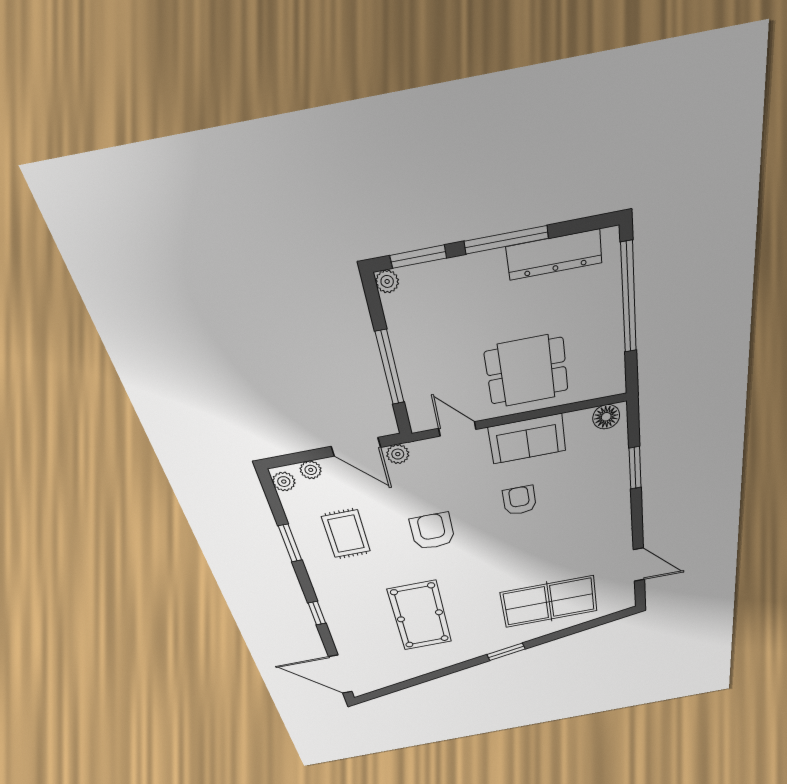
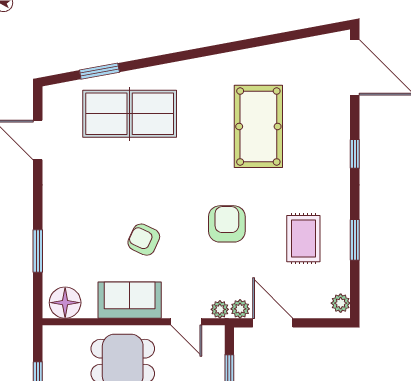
floor lamp: (606, 417) -> (65, 303), width x1.38, depth x1.38
plant: (311, 470) -> (220, 309), moved
armchair: (520, 500) -> (144, 240), turned 115
armchair: (432, 531) -> (227, 224), turned 180
window: (506, 652) -> (99, 71), moved

